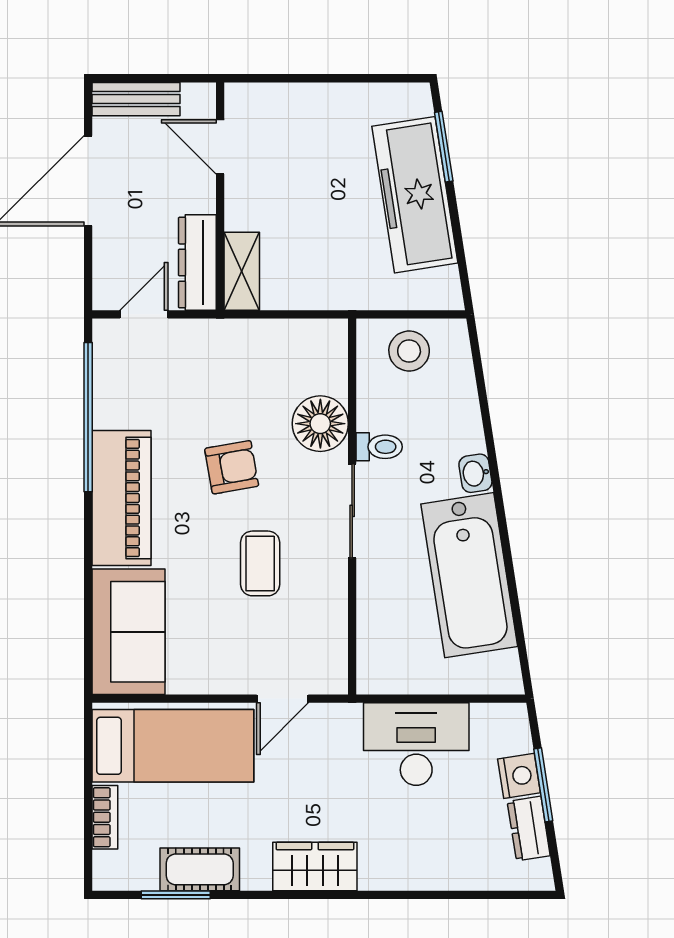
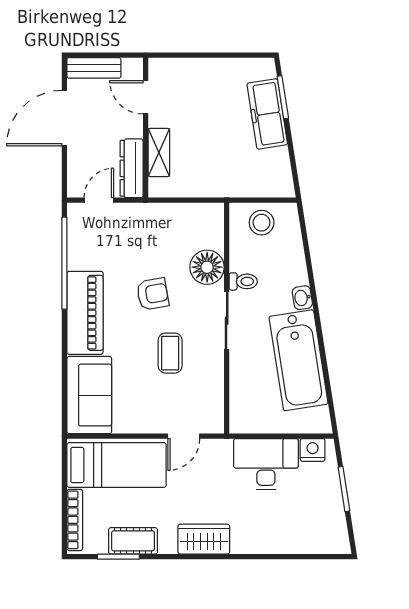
freezer: (415, 195) -> (267, 114), width x0.73, depth x0.79
shelving: (242, 271) -> (159, 153), moved
nightstand: (519, 776) -> (313, 450), moved, turned -81
bookcase: (105, 817) -> (75, 520), width x1.56
dresser: (529, 829) -> (335, 516), removed

